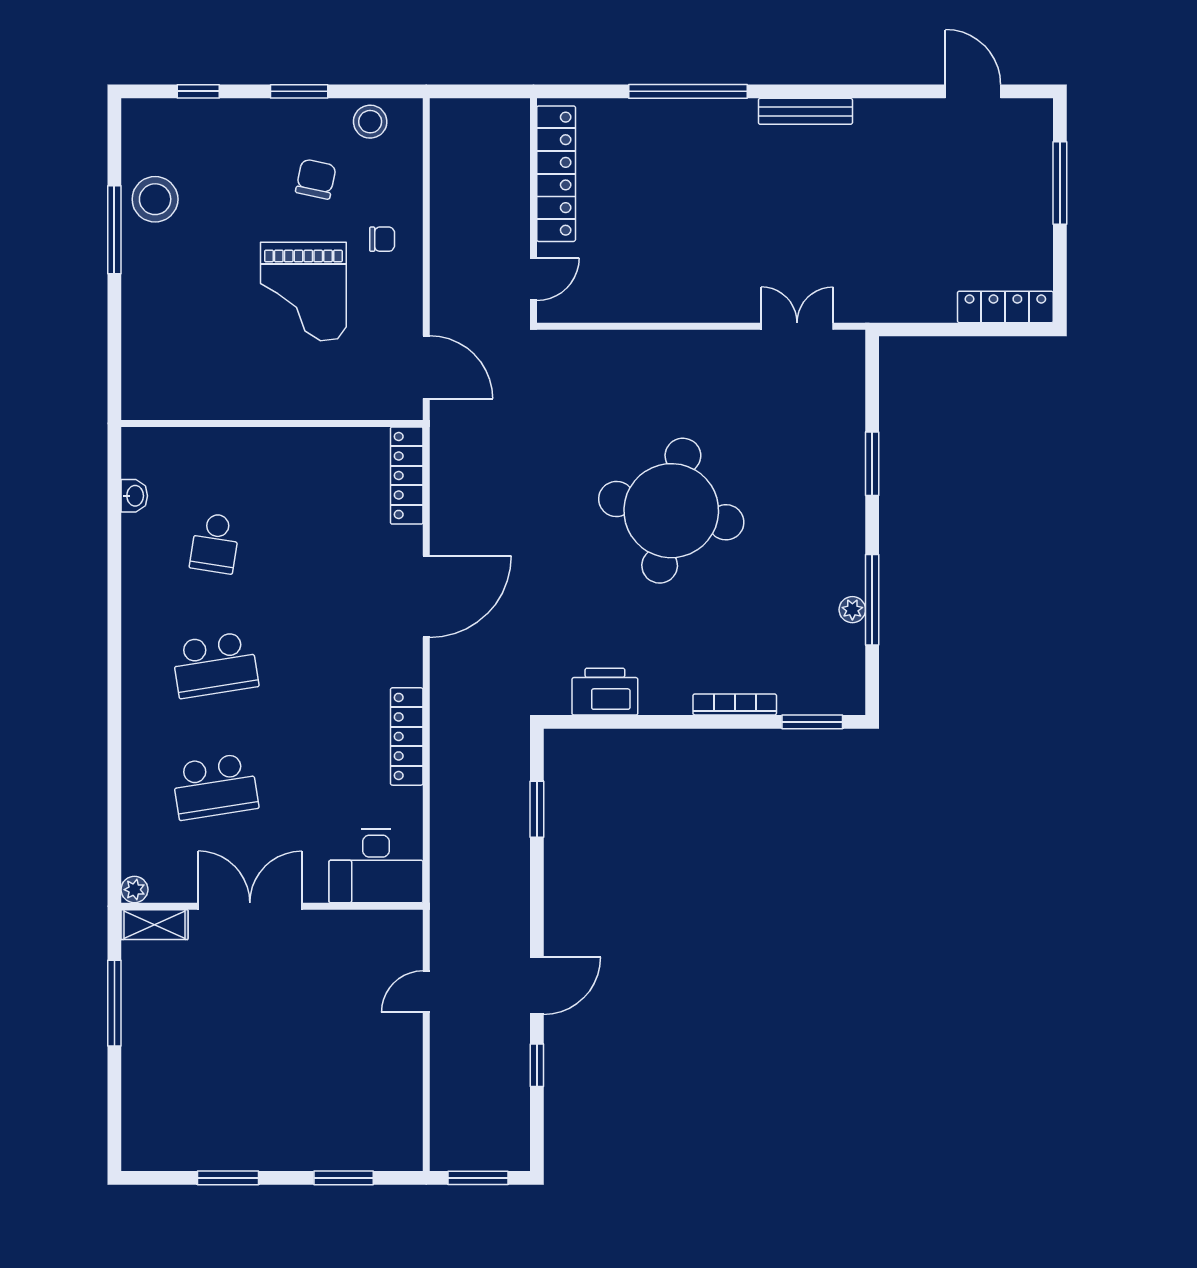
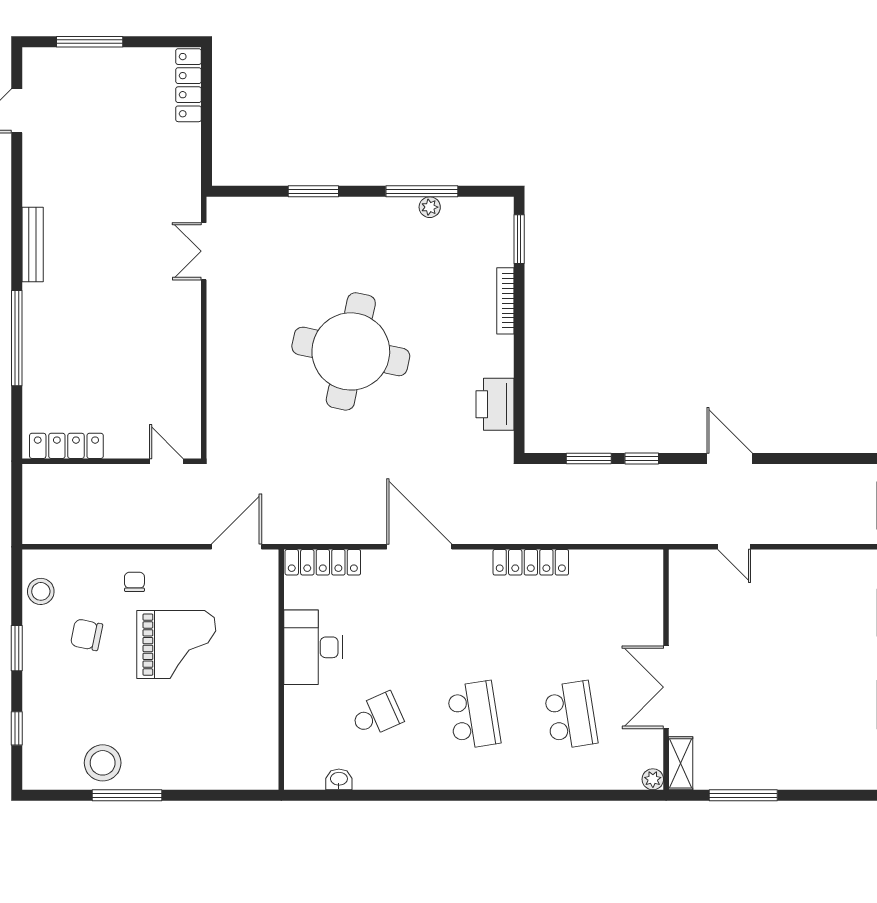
locker: (556, 174) -> (66, 446), width x0.71, depth x0.83
school desk: (215, 543) -> (377, 715), turned -33
desk: (376, 866) -> (313, 647), moved, turned 180
window: (537, 1065) -> (642, 459), moved

